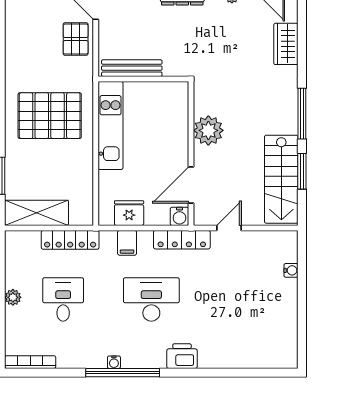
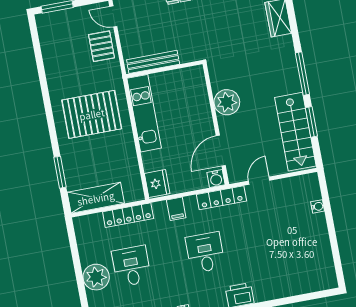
fridge: (129, 213) -> (157, 183), moved, turned 90
plant: (13, 297) -> (96, 277), width x1.87, depth x1.87
desk: (151, 299) -> (205, 252), width x0.73

